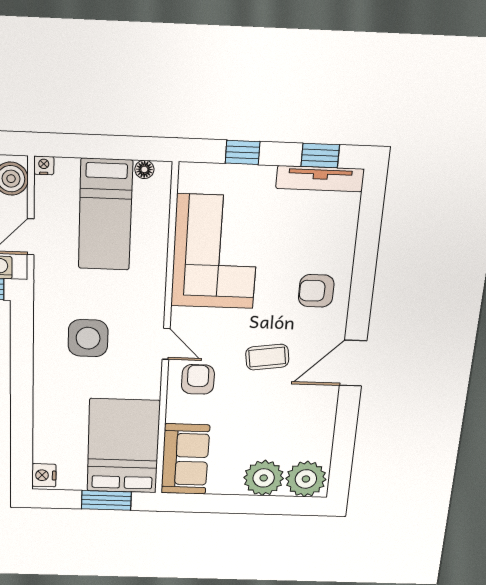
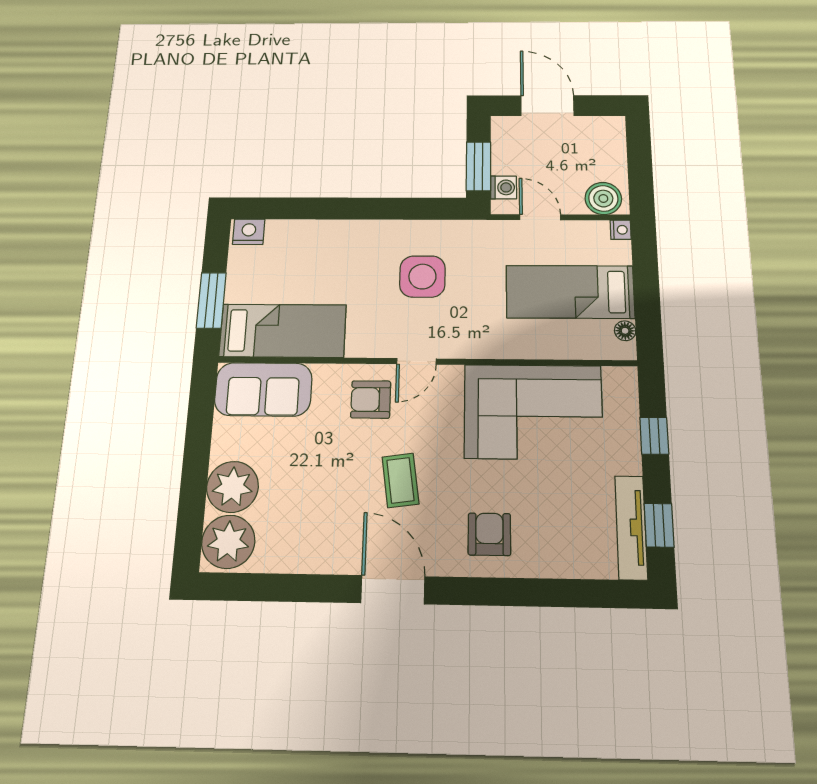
armchair: (198, 379) -> (371, 400), turned 180
bed: (123, 446) -> (283, 331), width x0.67

